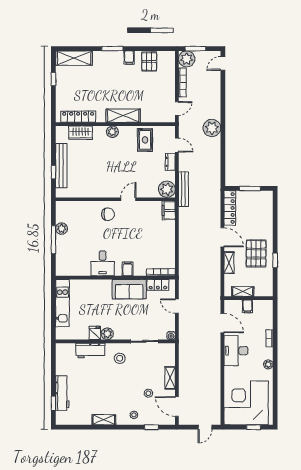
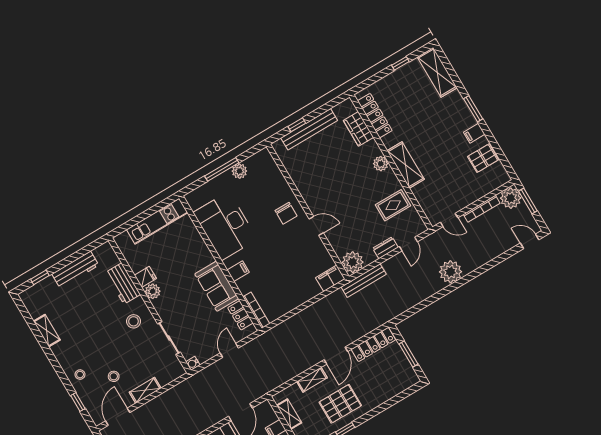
desk: (103, 263) -> (225, 226), width x1.87, depth x1.30
workbench: (62, 393) -> (75, 270), moved
shelving: (104, 420) -> (47, 331), moved

